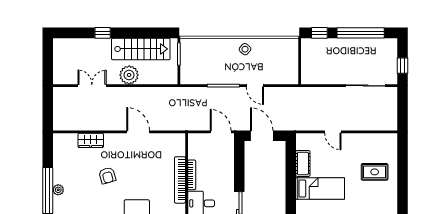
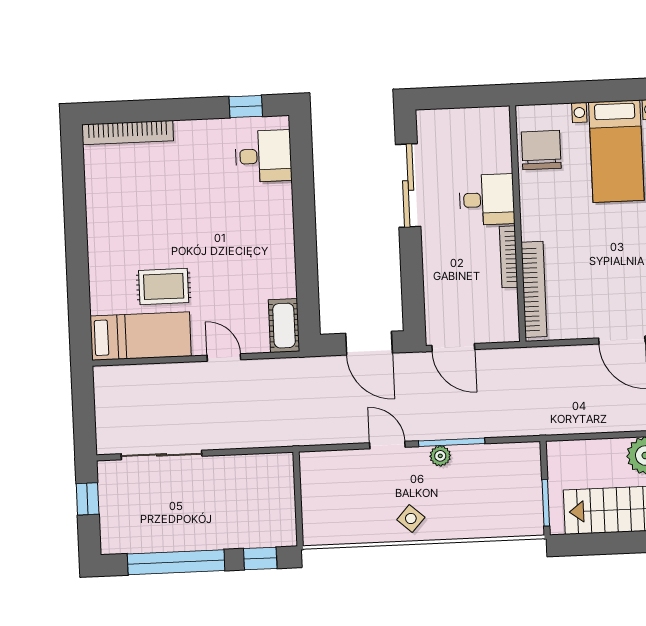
plant: (229, 79) -> (440, 456), added
cot: (303, 163) -> (284, 326), moved
rug: (375, 172) -> (164, 286), moved
bookcase: (180, 180) -> (534, 289), moved
bed: (320, 188) -> (141, 336), moved, turned 180

